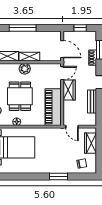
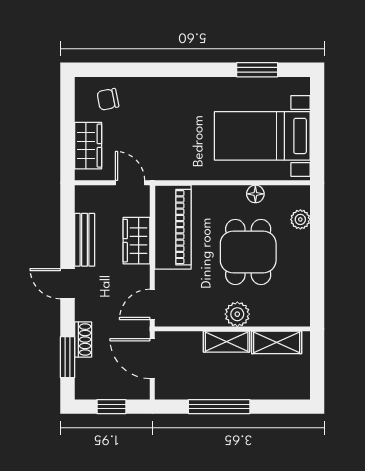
window: (23, 28) -> (219, 407), moved
wardrobe: (69, 90) -> (136, 241), moved
window: (59, 177) -> (257, 70), moved

